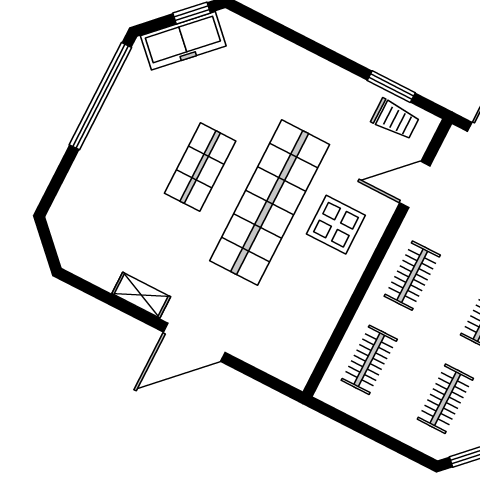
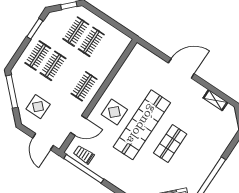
window: (391, 87) -> (84, 169), width x2.11
shelving: (141, 295) -> (215, 100), moved
clothes rail: (369, 360) -> (91, 42), moved

